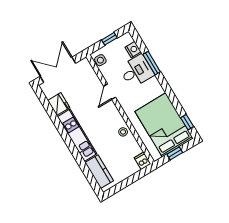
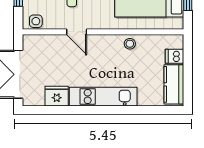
dishwasher: (142, 161) -> (174, 56), moved
kitchen counter: (99, 172) -> (174, 84), moved, turned -90

